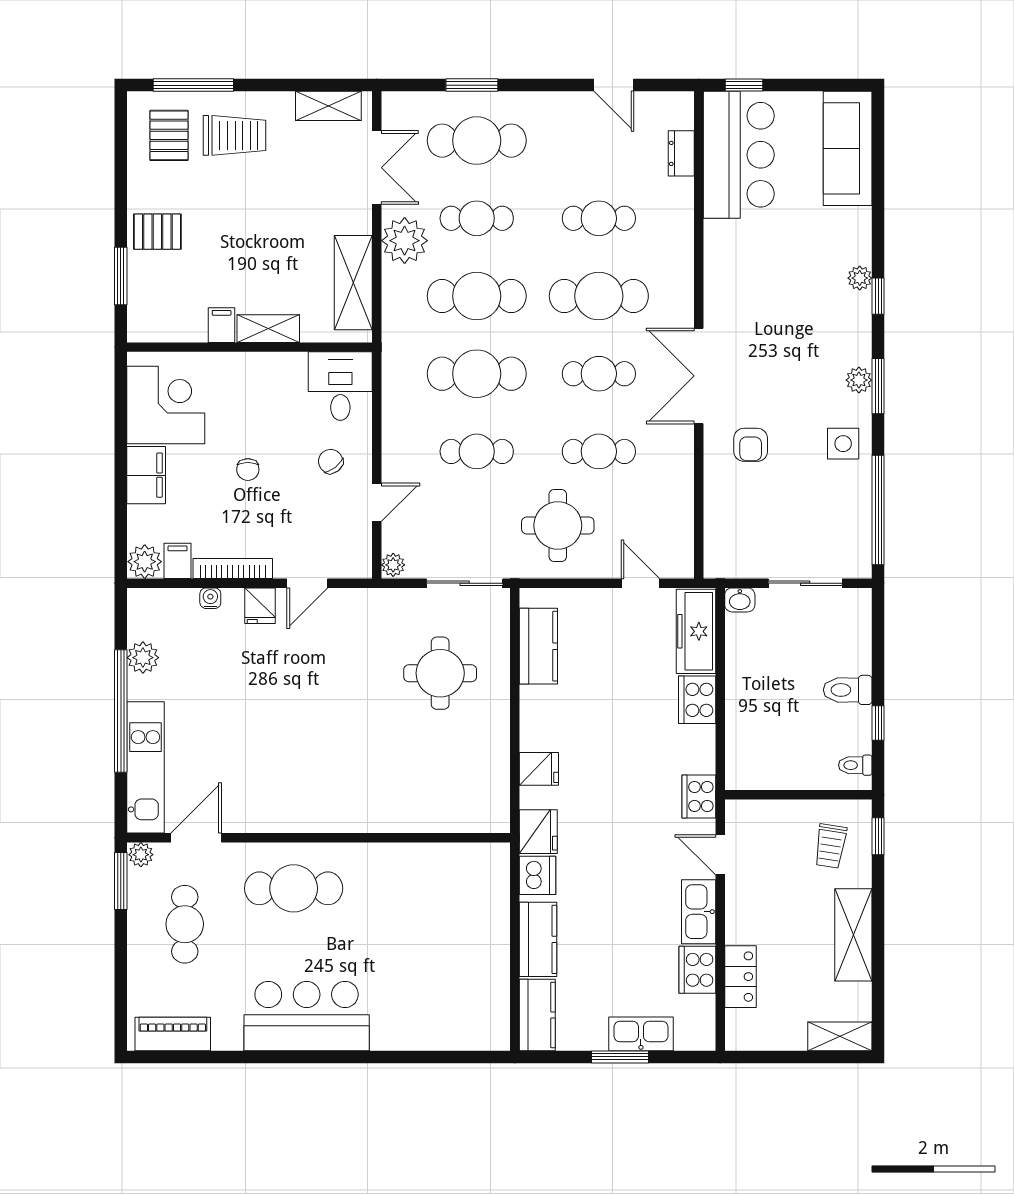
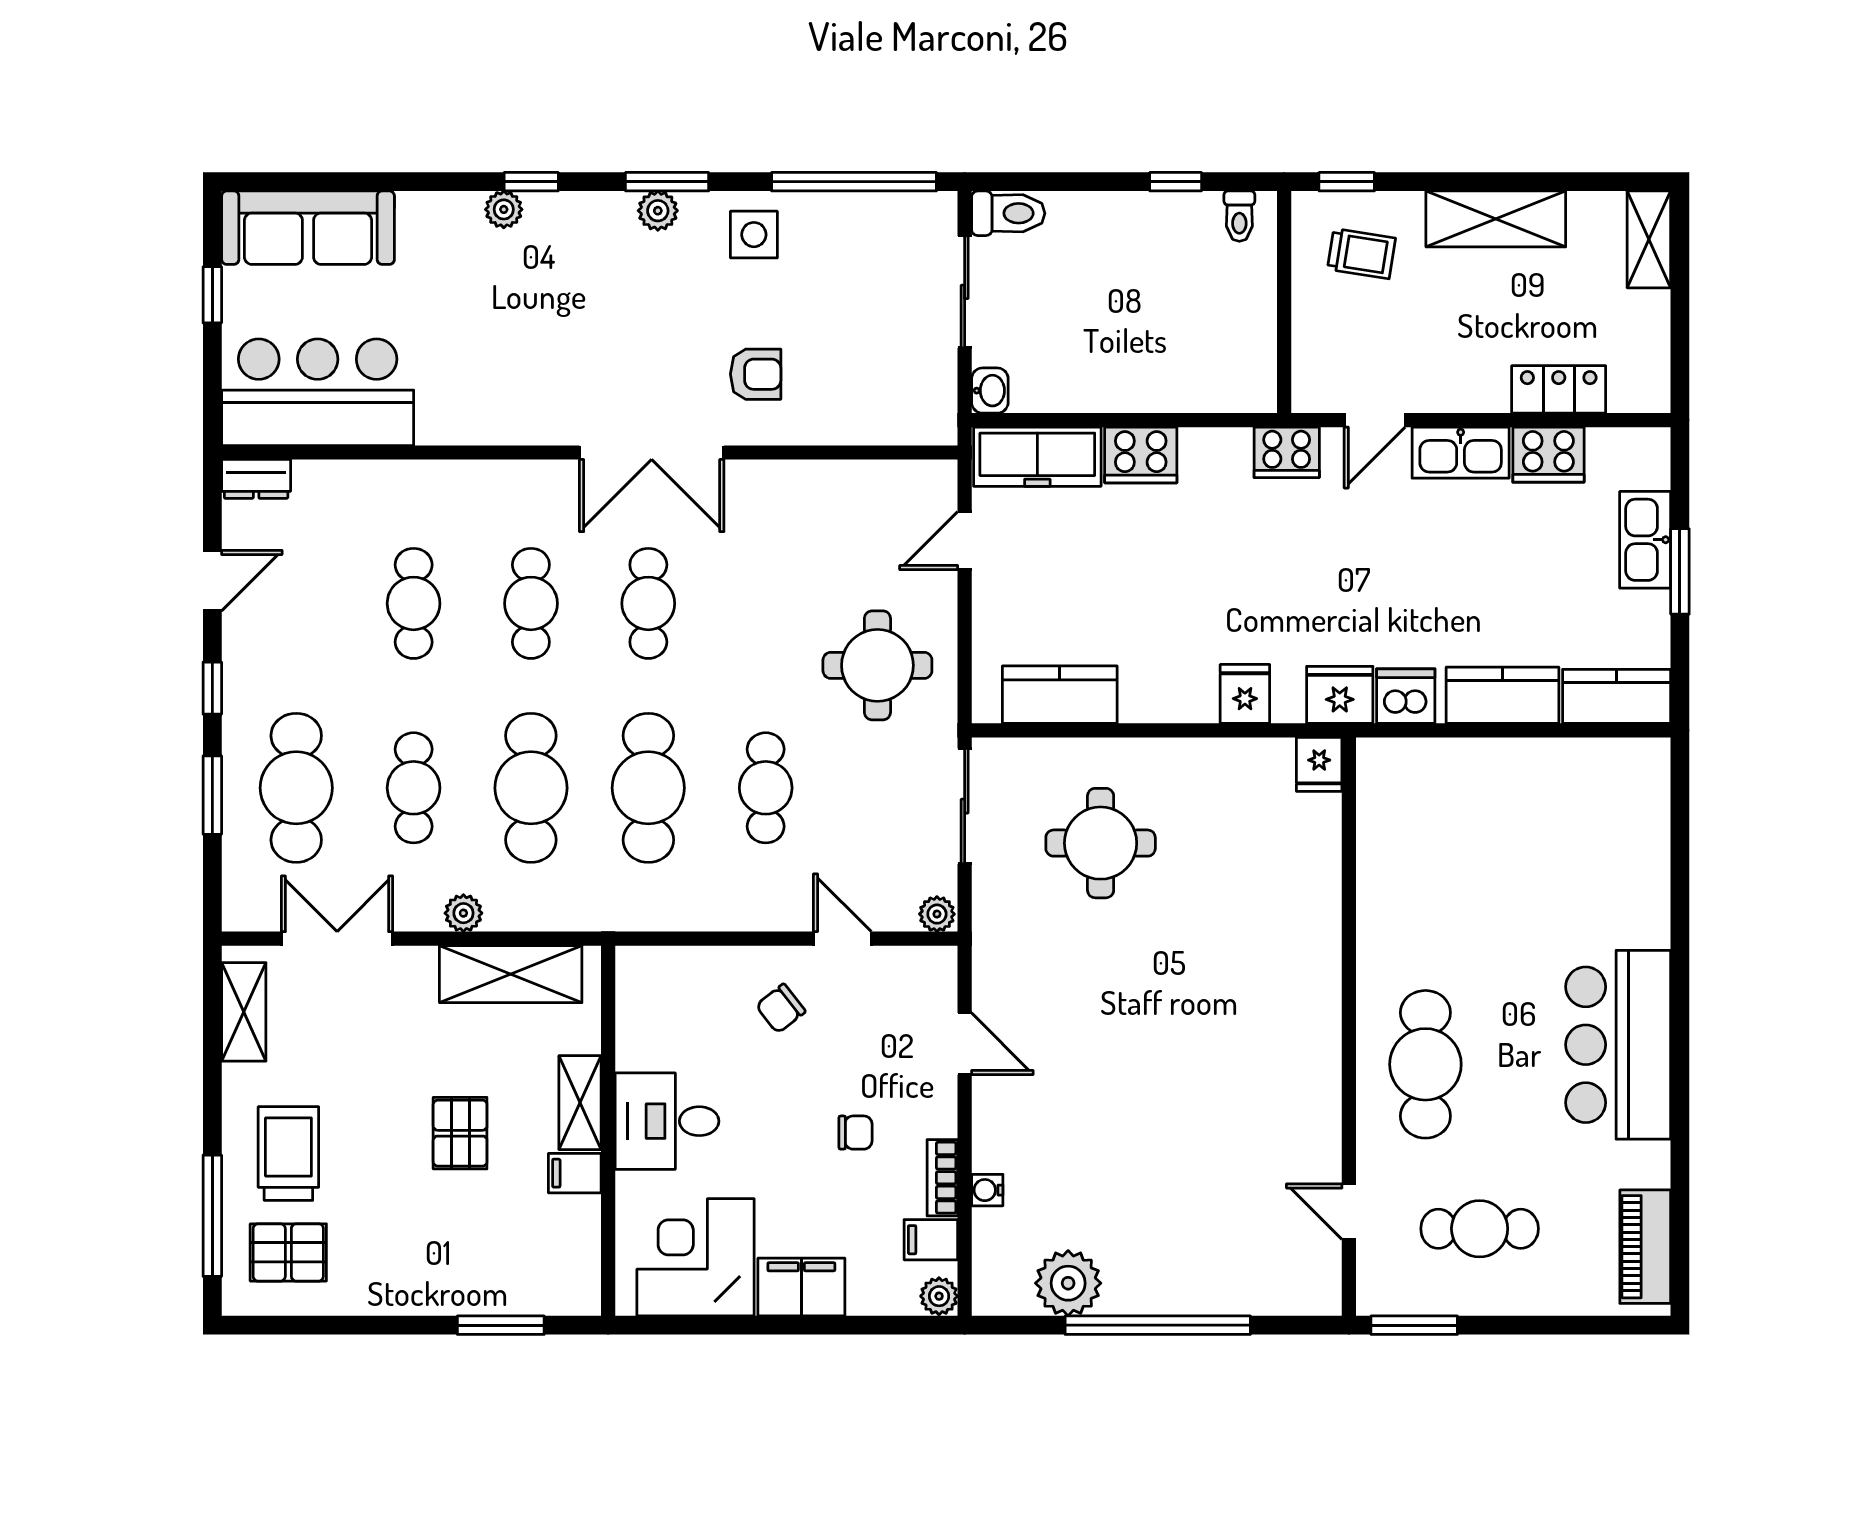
window: (543, 85) -> (212, 688), added
window: (744, 85) -> (212, 295), moved
dresser: (681, 153) -> (256, 479), moved
pallet: (157, 232) -> (460, 1133), moved
plant: (405, 241) -> (463, 913), width x0.53, depth x0.53
cafe table: (599, 296) -> (531, 603), width x0.73, depth x0.74
desk: (340, 386) -> (667, 1121), moved
cafe table: (599, 451) -> (766, 603), removed
chair: (248, 470) -> (855, 1133), moved
plant: (145, 562) -> (939, 1296), width x0.73, depth x0.73
bookcase: (233, 568) -> (942, 1178), width x0.64
fridge: (260, 606) -> (1319, 764), moved, turned 90
plant: (143, 658) -> (1068, 1283), width x1.36, depth x1.36
toilet: (848, 690) -> (1008, 213), moved, turned -90
kitchen unit: (145, 767) -> (1243, 1288), removed
door: (196, 838) -> (1349, 1212), width x0.73
plant: (141, 855) -> (1374, 1295), removed

